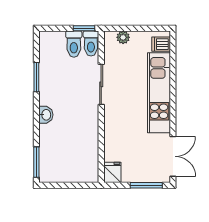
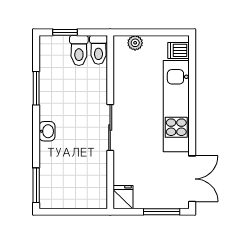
window: (84, 28) -> (65, 32), moved
sliding door: (101, 84) -> (110, 127), moved

